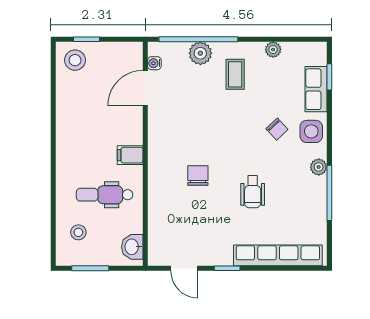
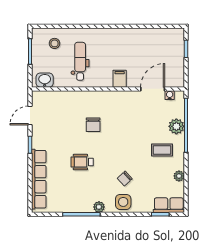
stool: (75, 60) -> (172, 41), removed
door: (145, 88) -> (153, 89), hinge flipped
row of seats: (316, 89) -> (169, 205), moved
filing cabinet: (130, 155) -> (120, 79), moved
chair: (198, 176) -> (93, 125), turned 90

